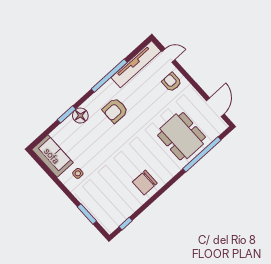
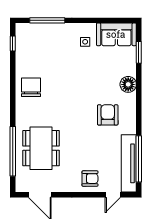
window: (109, 76) -> (139, 159), moved
window: (67, 114) -> (139, 52), moved
dining table: (182, 136) -> (41, 148), turned 90
window: (87, 214) -> (47, 20), width x1.44

